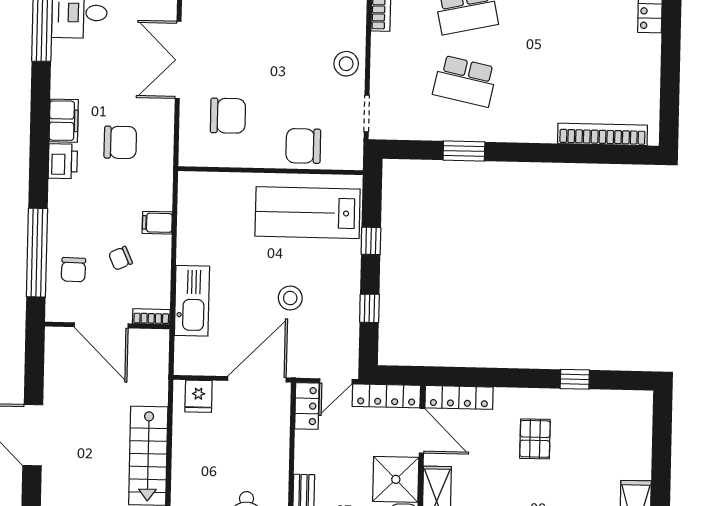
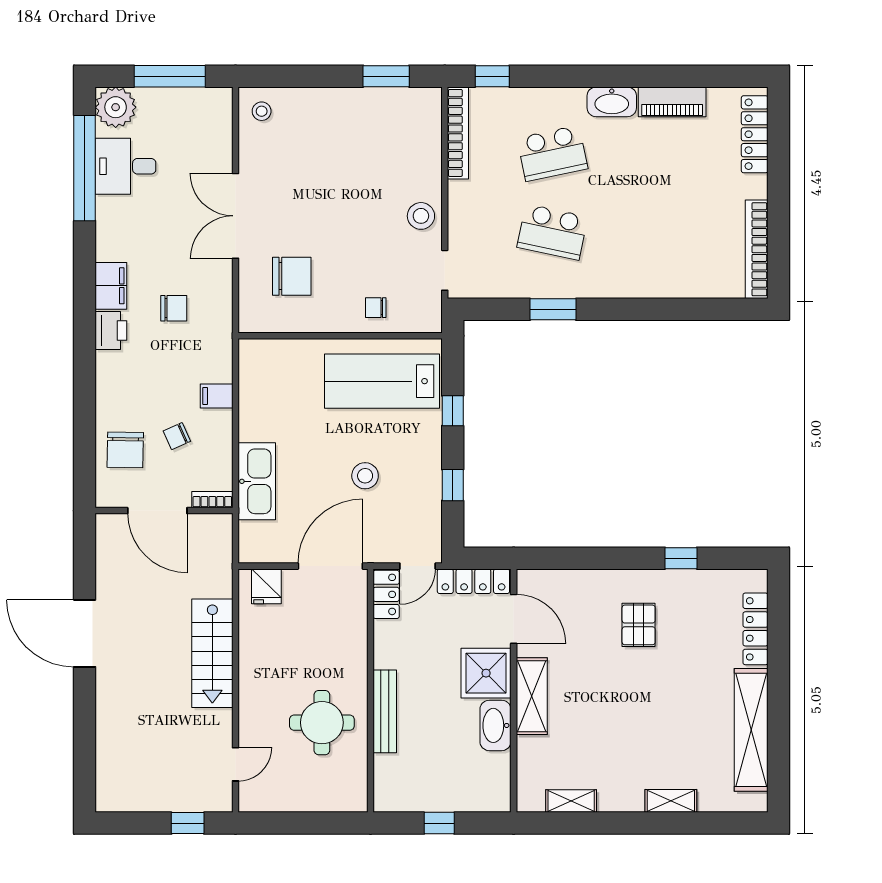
bookcase: (603, 134) -> (757, 249), moved, turned -90
chair: (120, 142) -> (174, 308), width x0.73, depth x0.73
chair: (303, 146) -> (376, 308), width x0.54, depth x0.54
window: (37, 253) -> (85, 432), removed
chair: (73, 270) -> (125, 450), width x1.37, depth x1.37
locker: (459, 397) -> (755, 629), moved, turned 90

